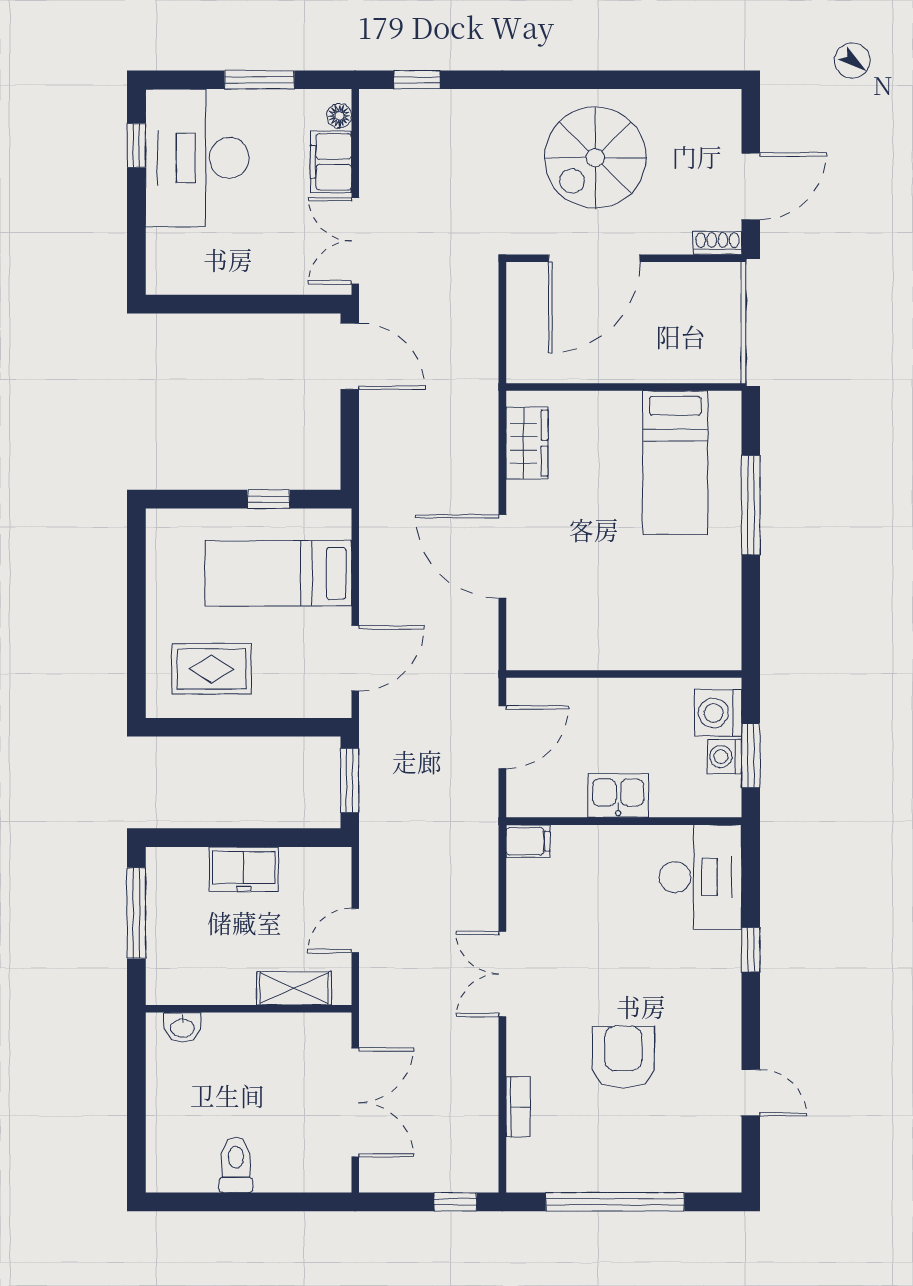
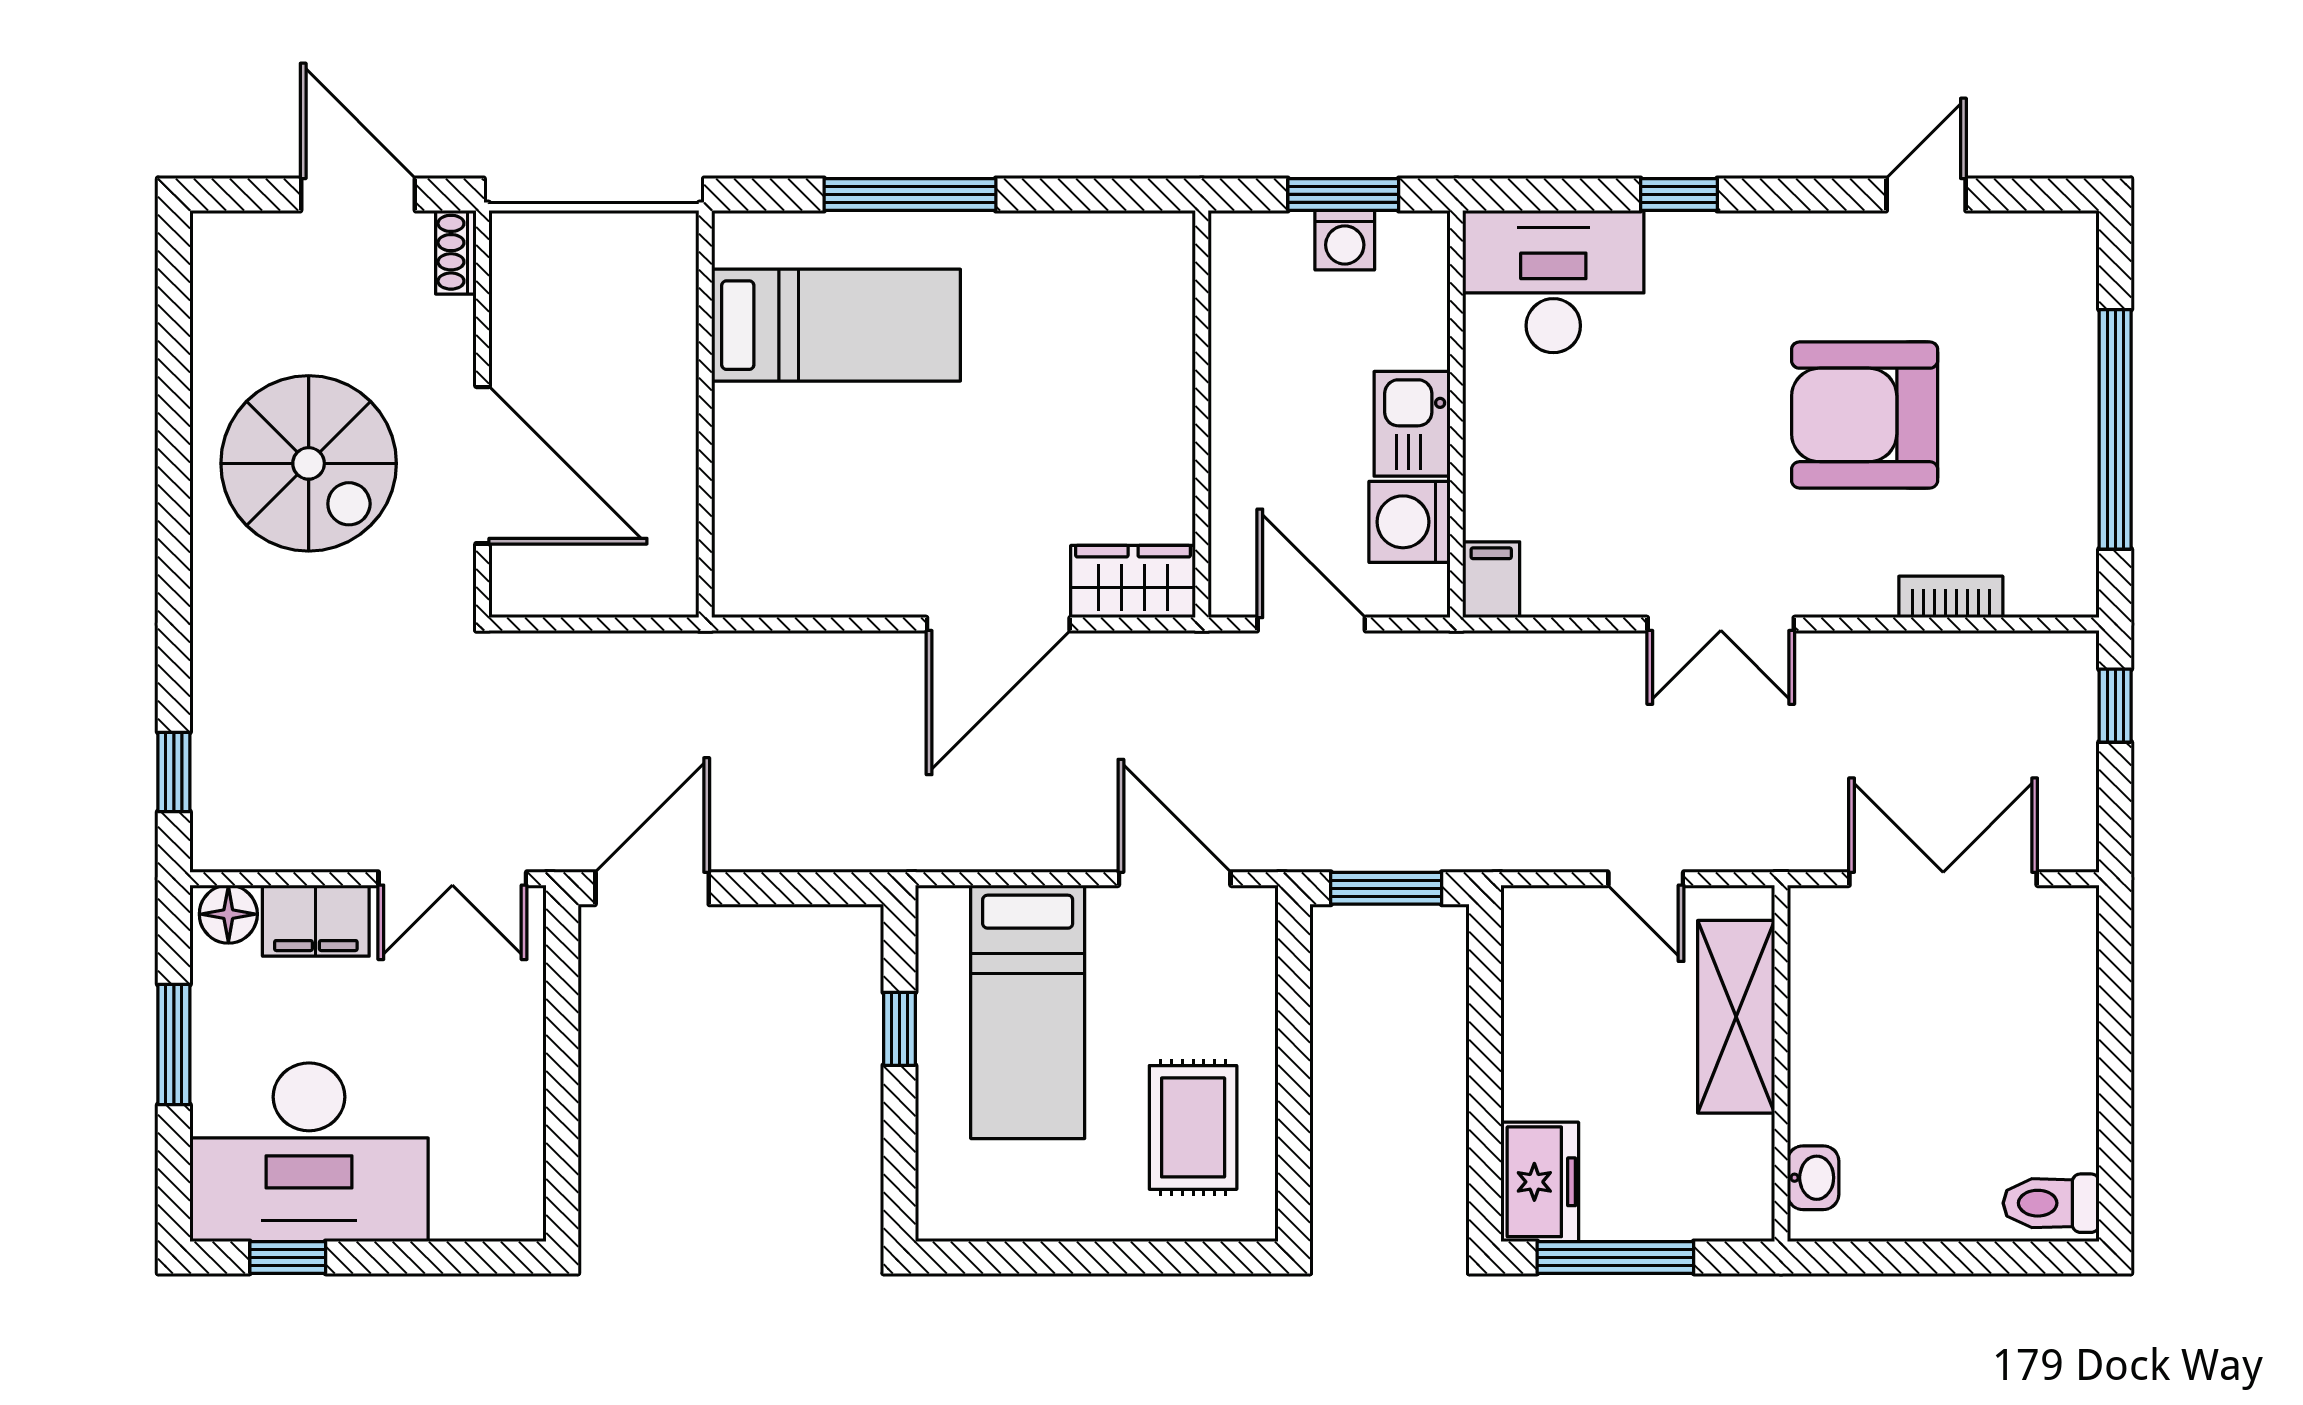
floor lamp: (339, 116) -> (228, 914), width x1.37, depth x1.37
wardrobe: (527, 443) -> (1133, 582), moved
washing machine: (718, 713) -> (1409, 522), moved, turned 90
freezer: (244, 869) -> (1540, 1182), moved
shelving: (294, 988) -> (1736, 1017), width x1.50, depth x1.33
armchair: (623, 1057) -> (1865, 415), width x1.36, depth x1.36
toilet: (236, 1165) -> (2051, 1203), moved

